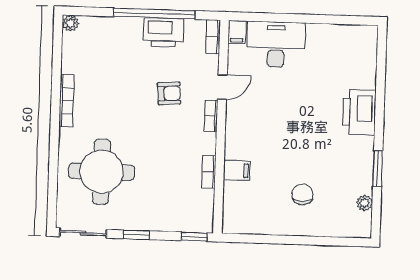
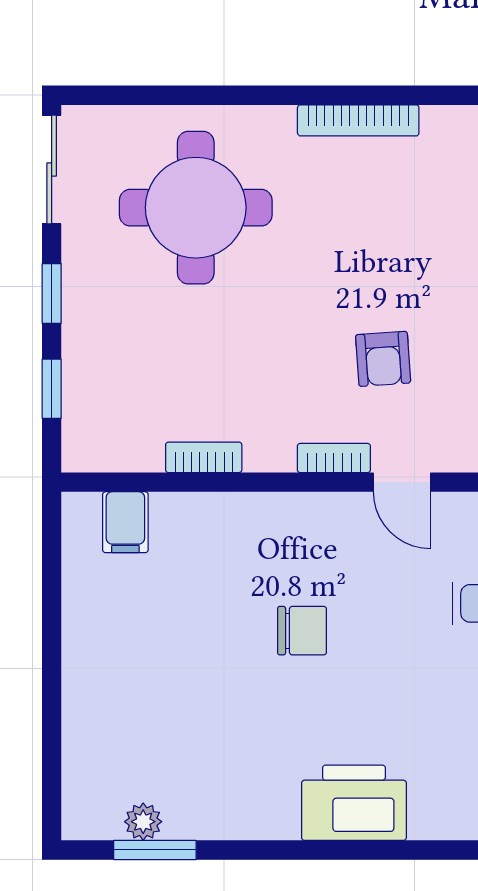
window: (378, 168) -> (155, 850), moved
filing cabinet: (237, 170) -> (125, 522), moved
chair: (302, 194) -> (302, 631), moved
window: (194, 237) -> (52, 389), moved

